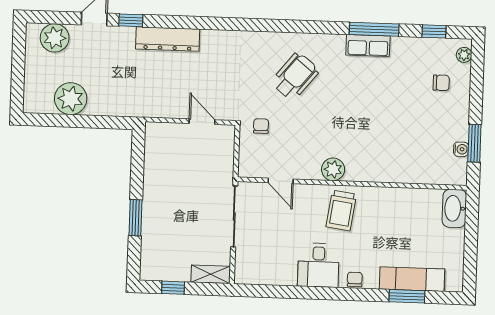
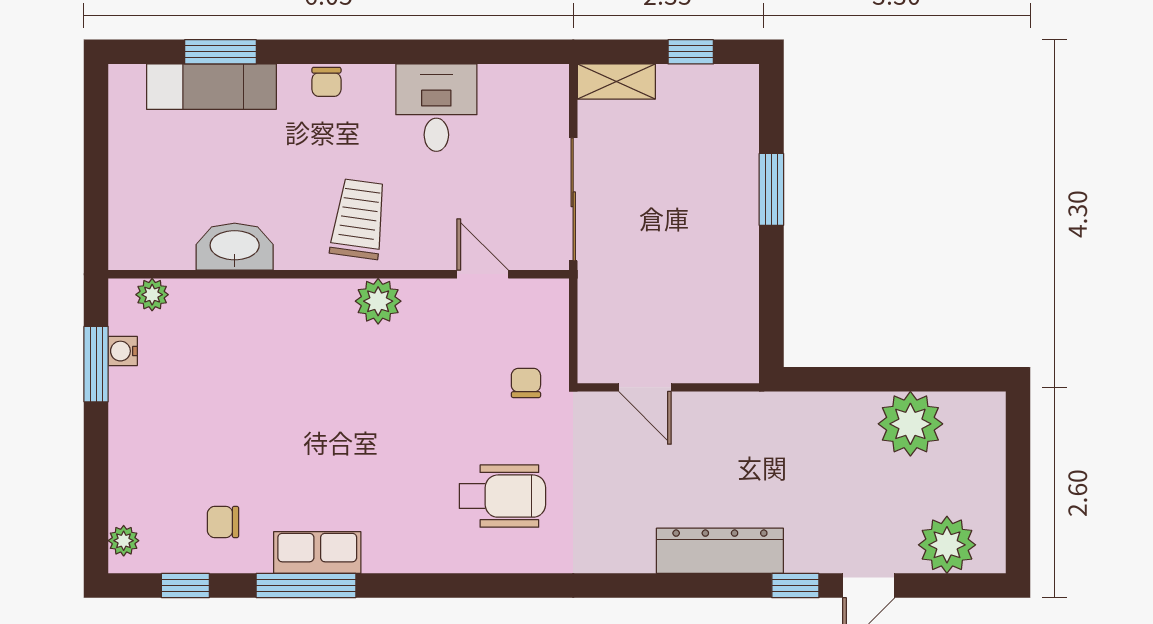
wheelchair: (295, 76) -> (502, 496), moved, turned -129
chair: (441, 83) -> (223, 522), moved
chair: (261, 126) -> (526, 383), turned 180
plant: (445, 177) -> (152, 295), added
washbasin: (454, 208) -> (235, 247), moved, turned -90
desk: (318, 265) -> (436, 108), moved

